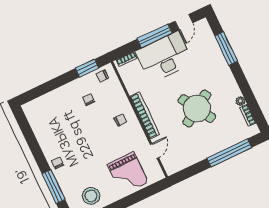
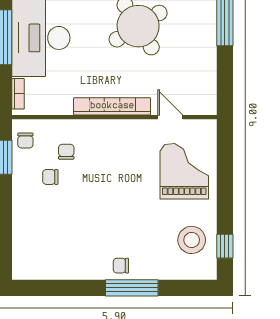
chair: (120, 120) -> (66, 152), moved
grand piano: (128, 173) -> (184, 171), turned -90
window: (54, 187) -> (132, 288), moved

